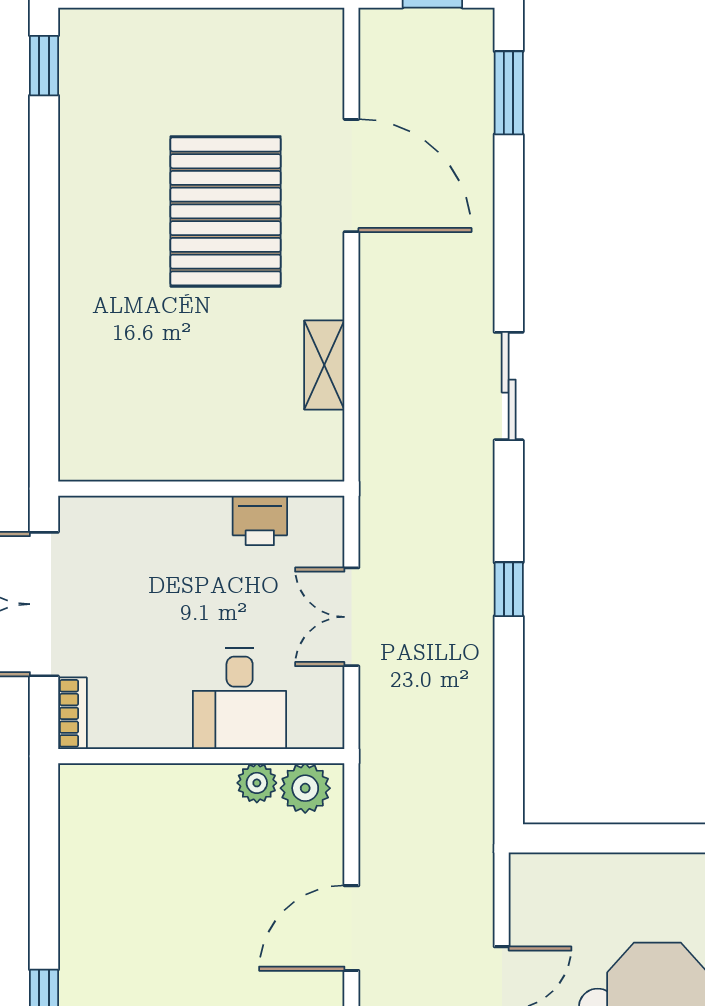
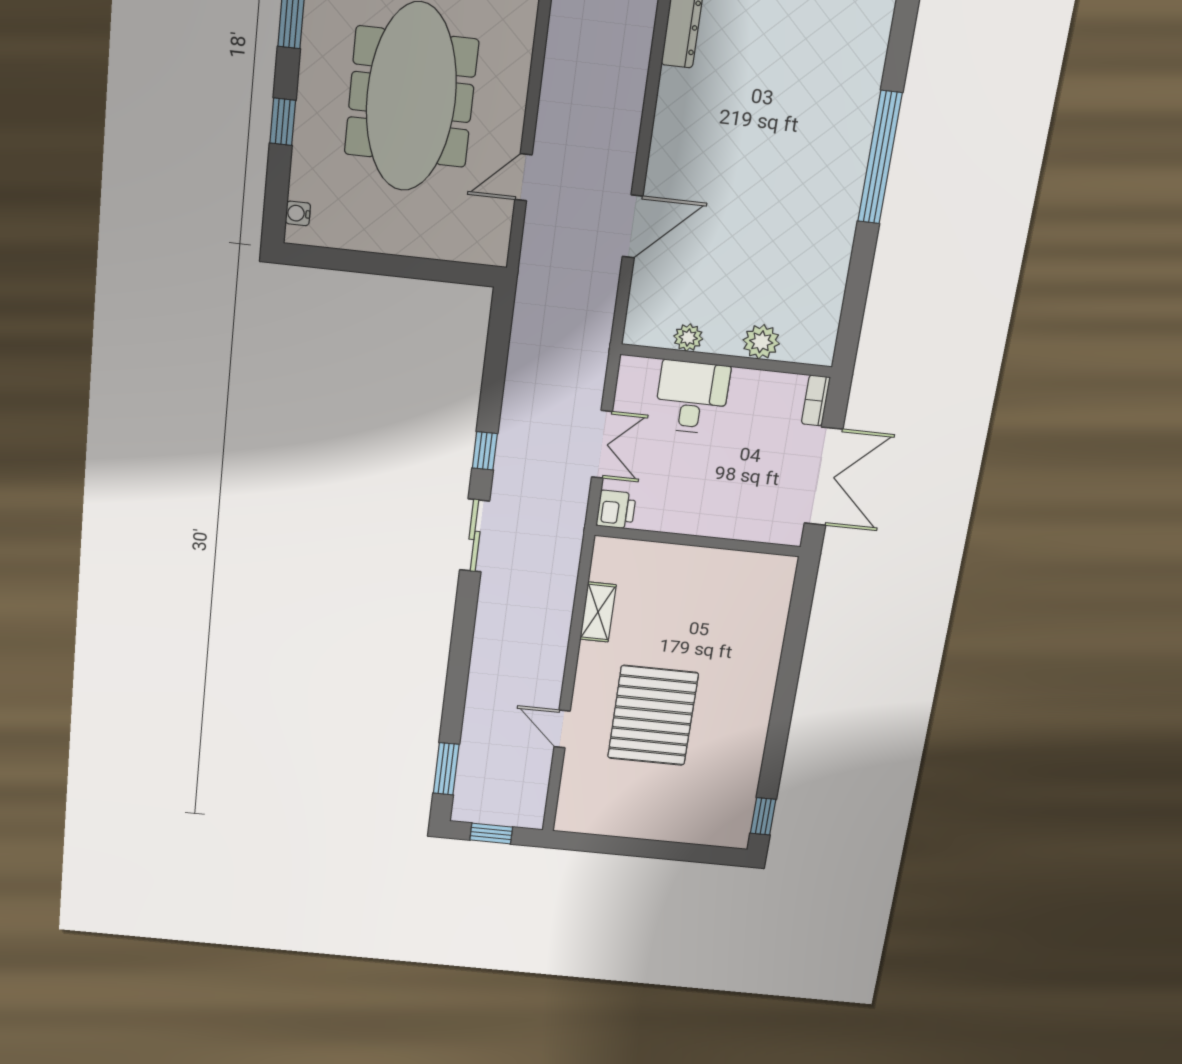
door: (351, 176) -> (562, 729), width x0.53
sliding door: (509, 386) -> (474, 535), moved
printer: (260, 520) -> (616, 510), moved, turned 90
plant: (305, 788) -> (761, 342), moved

